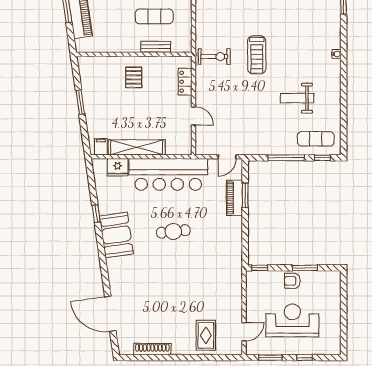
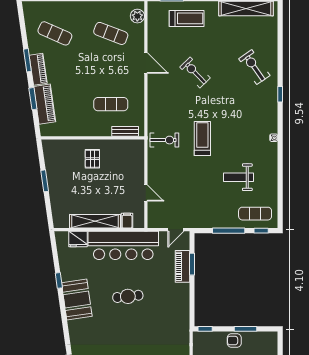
bench: (156, 47) -> (125, 131), moved
treadmill: (257, 55) -> (202, 139), turned 180
locker: (185, 82) -> (138, 163), removed
filing cabinet: (101, 147) -> (127, 221), moved

